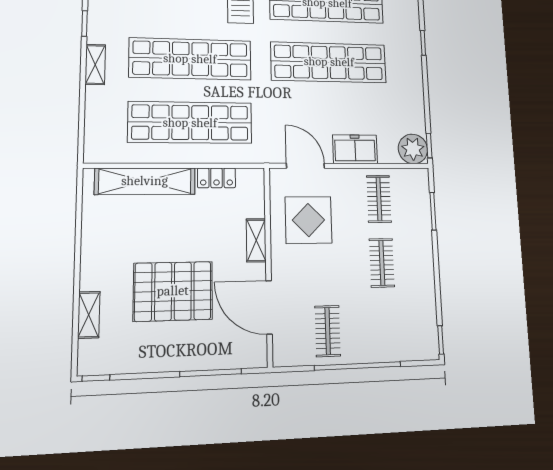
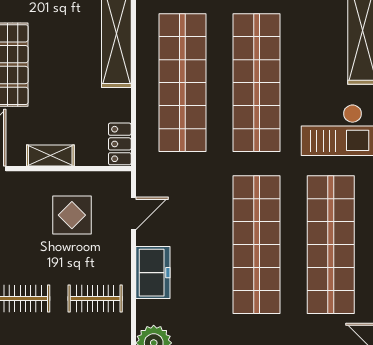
door: (305, 166) -> (133, 213), width x0.73
locker: (216, 178) -> (120, 144), moved
display table: (308, 220) -> (72, 215), width x0.73, depth x0.73

